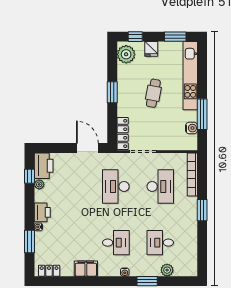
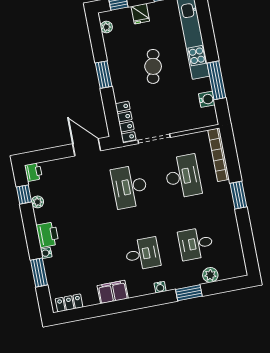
plant: (126, 54) -> (106, 27), width x0.53, depth x0.53
printer: (44, 166) -> (33, 172), width x0.53, depth x0.68

